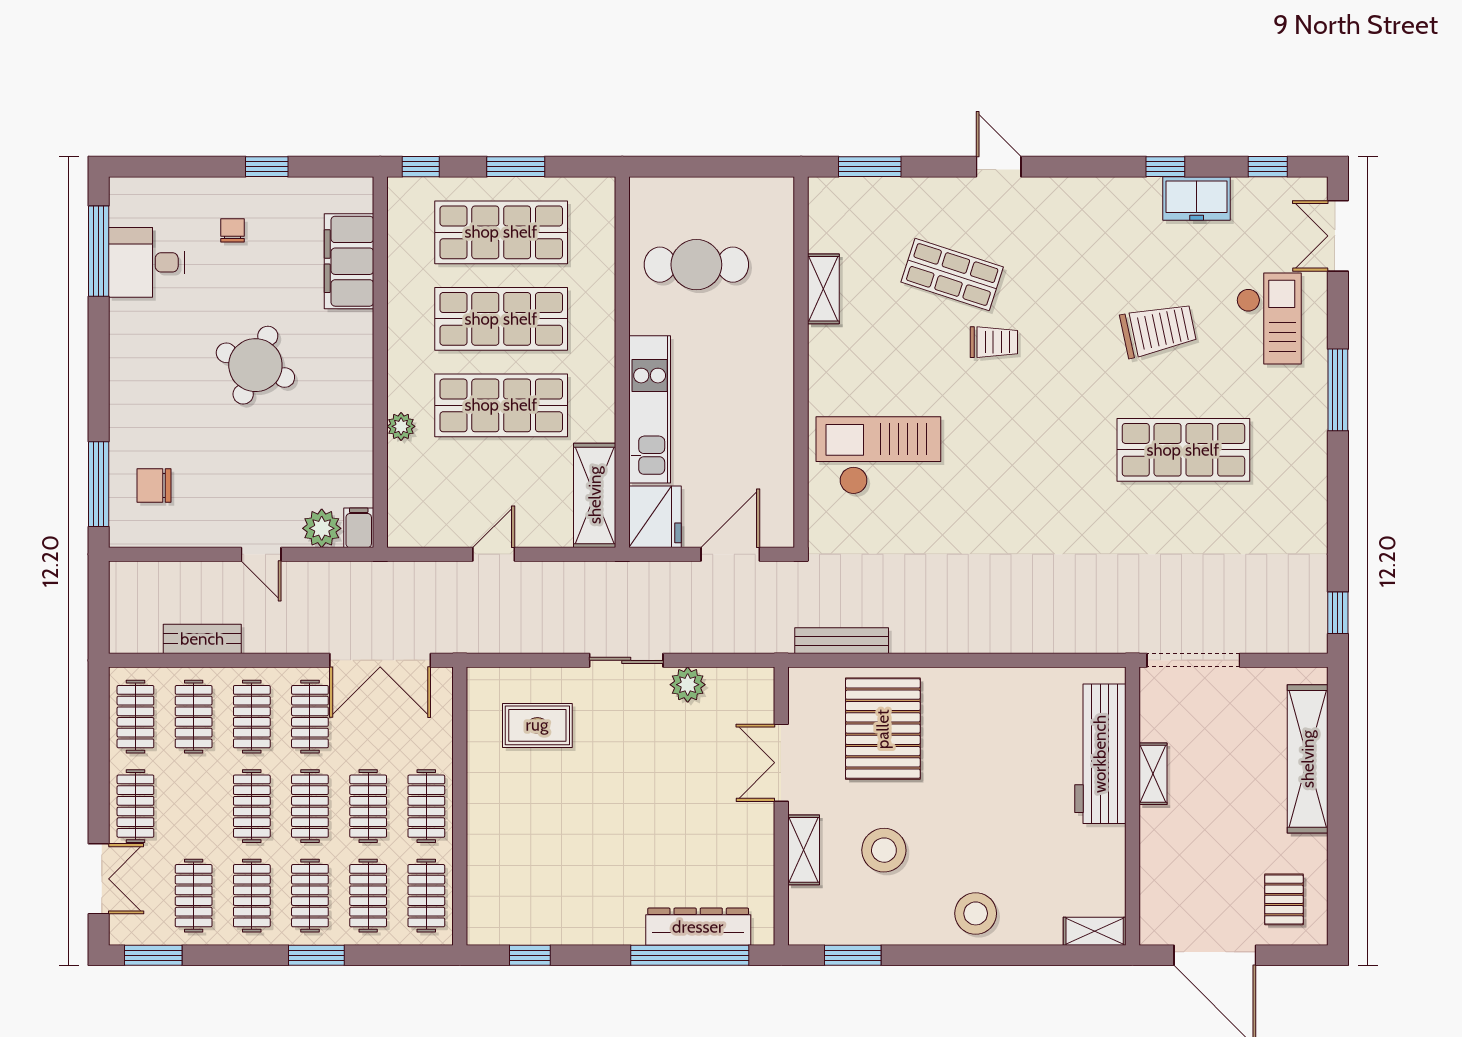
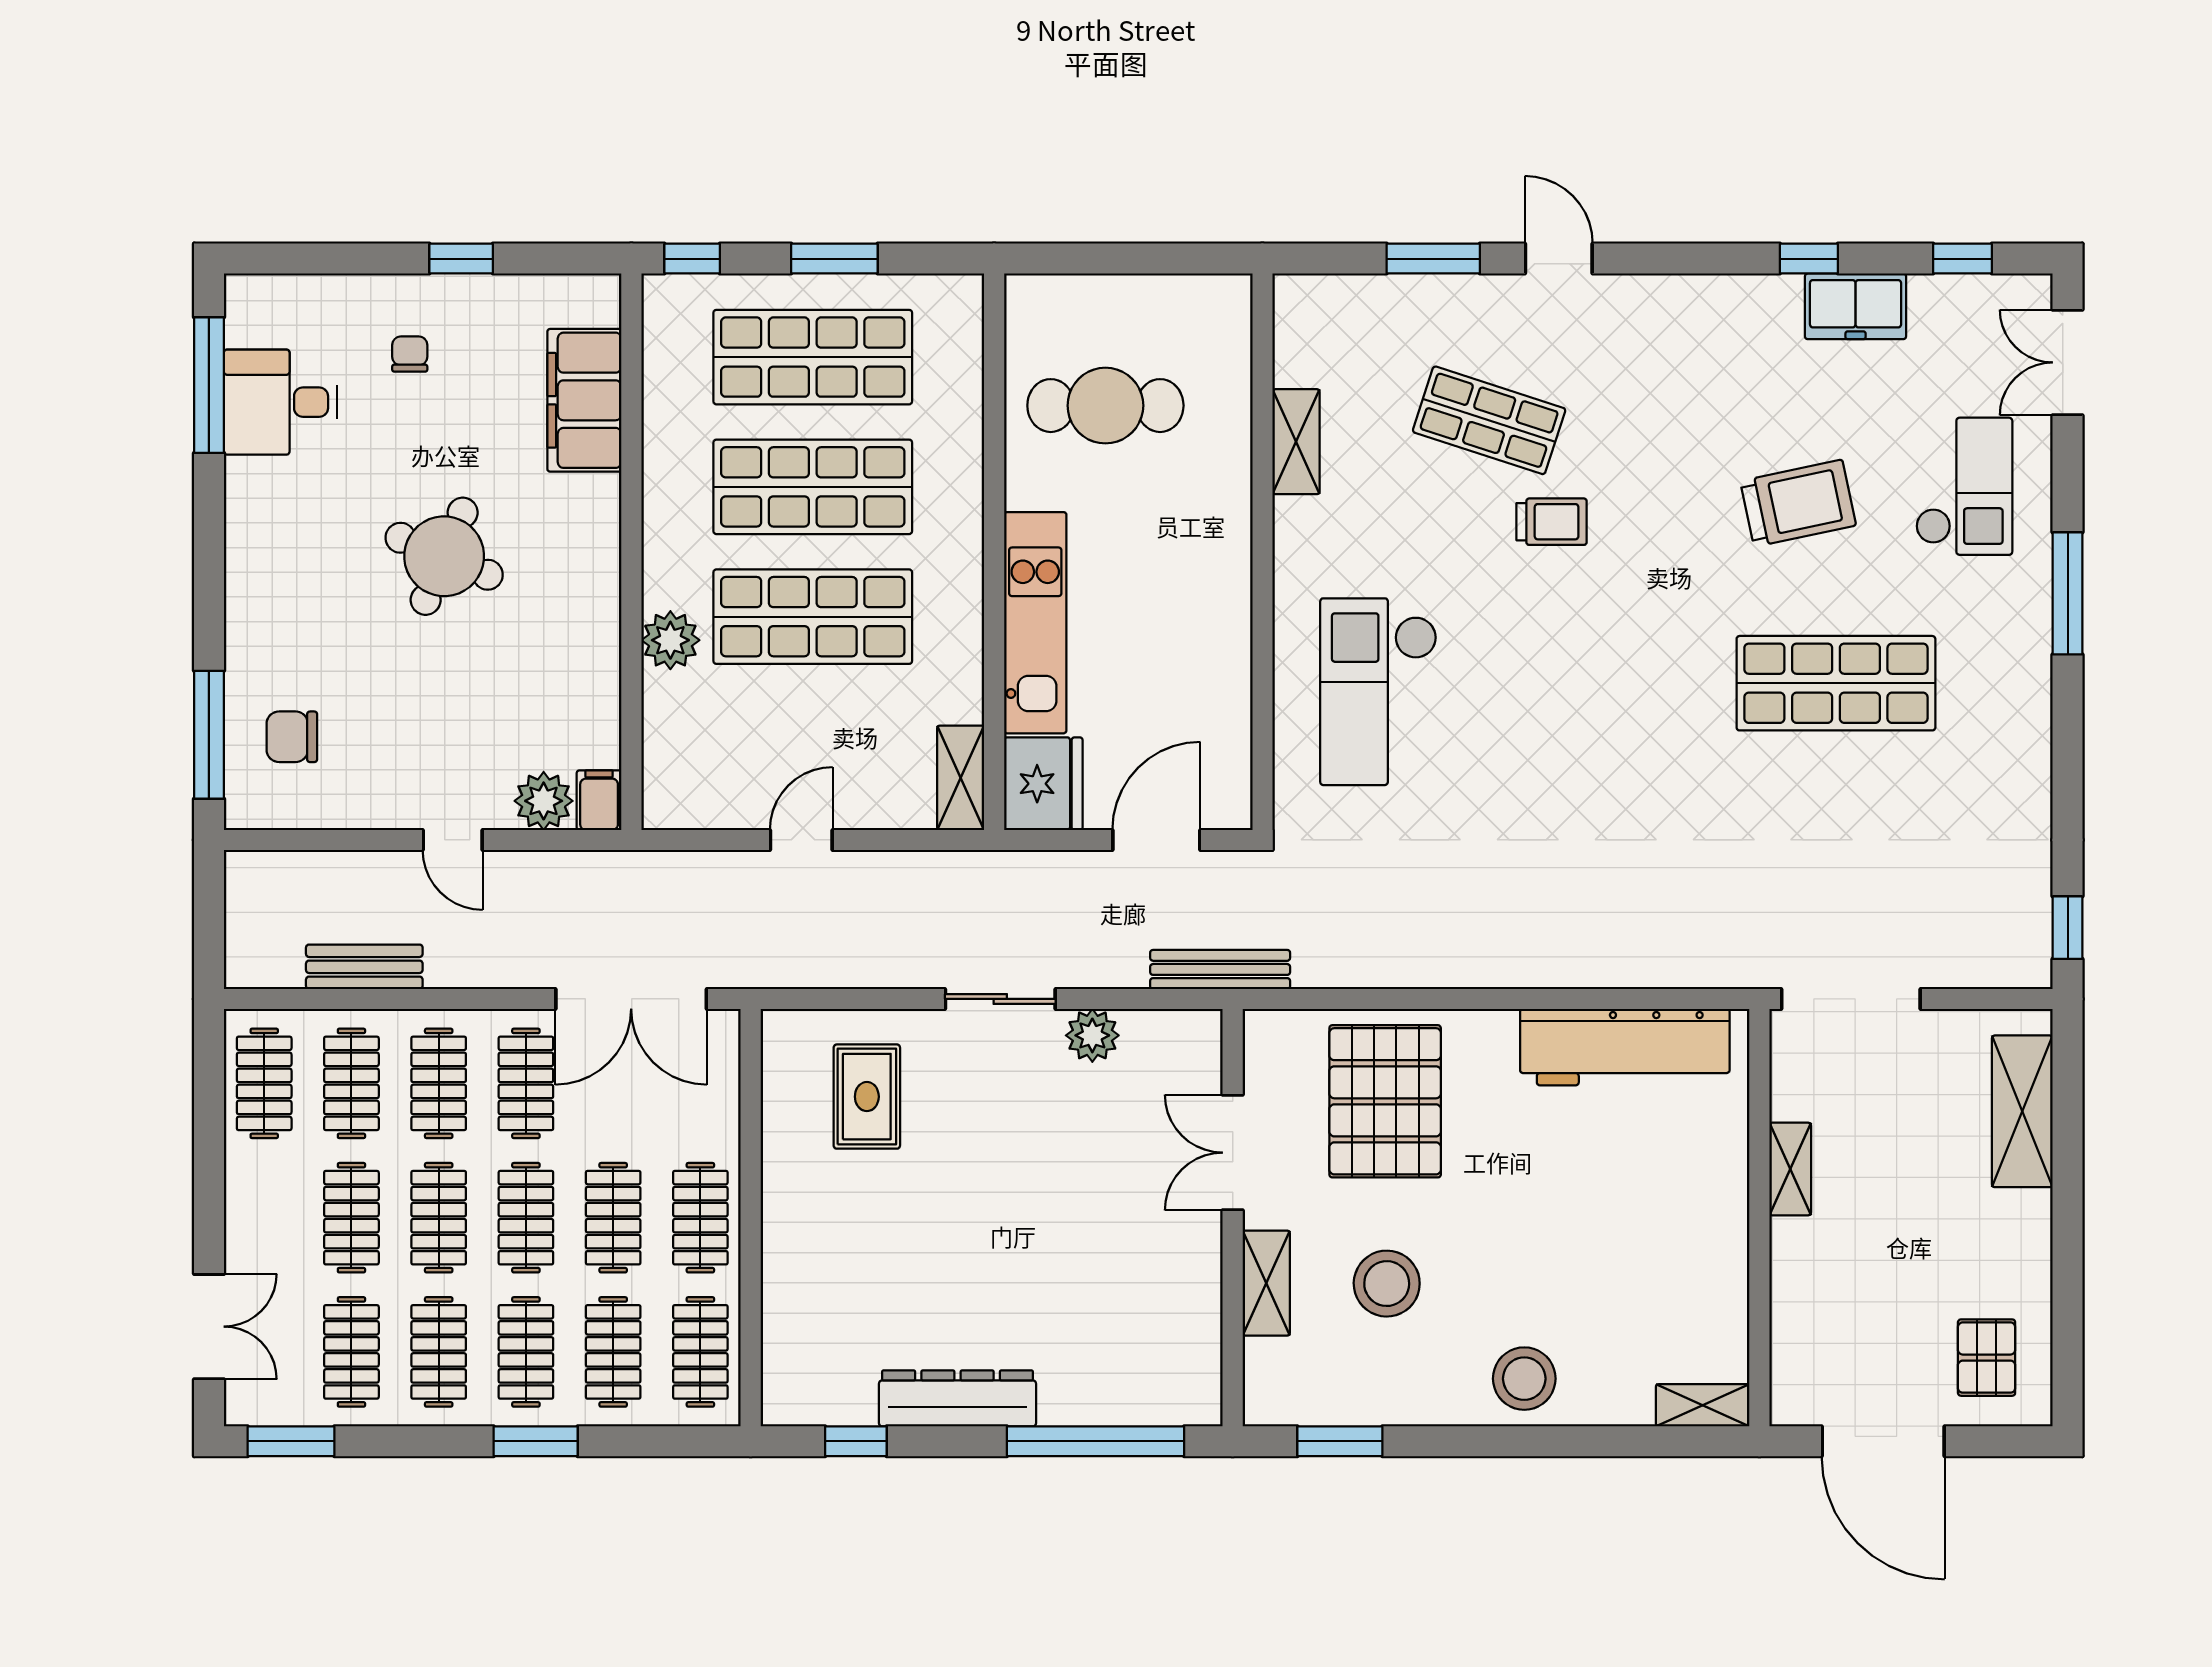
window: (870, 167) -> (1433, 259), moved
plant: (401, 426) -> (670, 640), width x1.38, depth x1.38
checkout: (878, 455) -> (1378, 692), turned -90
shelving: (595, 495) -> (961, 778), width x0.67, depth x0.75
bench: (842, 641) -> (1220, 969), moved
rug: (537, 725) -> (867, 1097), turned 90
workbench: (1100, 754) -> (1625, 1047), moved, turned -90
shelving: (1308, 759) -> (2022, 1111), width x0.68
clothes rail: (135, 806) -> (351, 1218), moved
dresser: (698, 927) -> (958, 1398), moved

